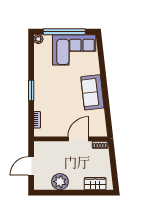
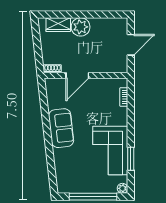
corner sofa: (74, 50) -> (110, 151), moved, turned -90
window: (31, 90) -> (131, 159), moved
plant: (60, 182) -> (81, 27), moved

